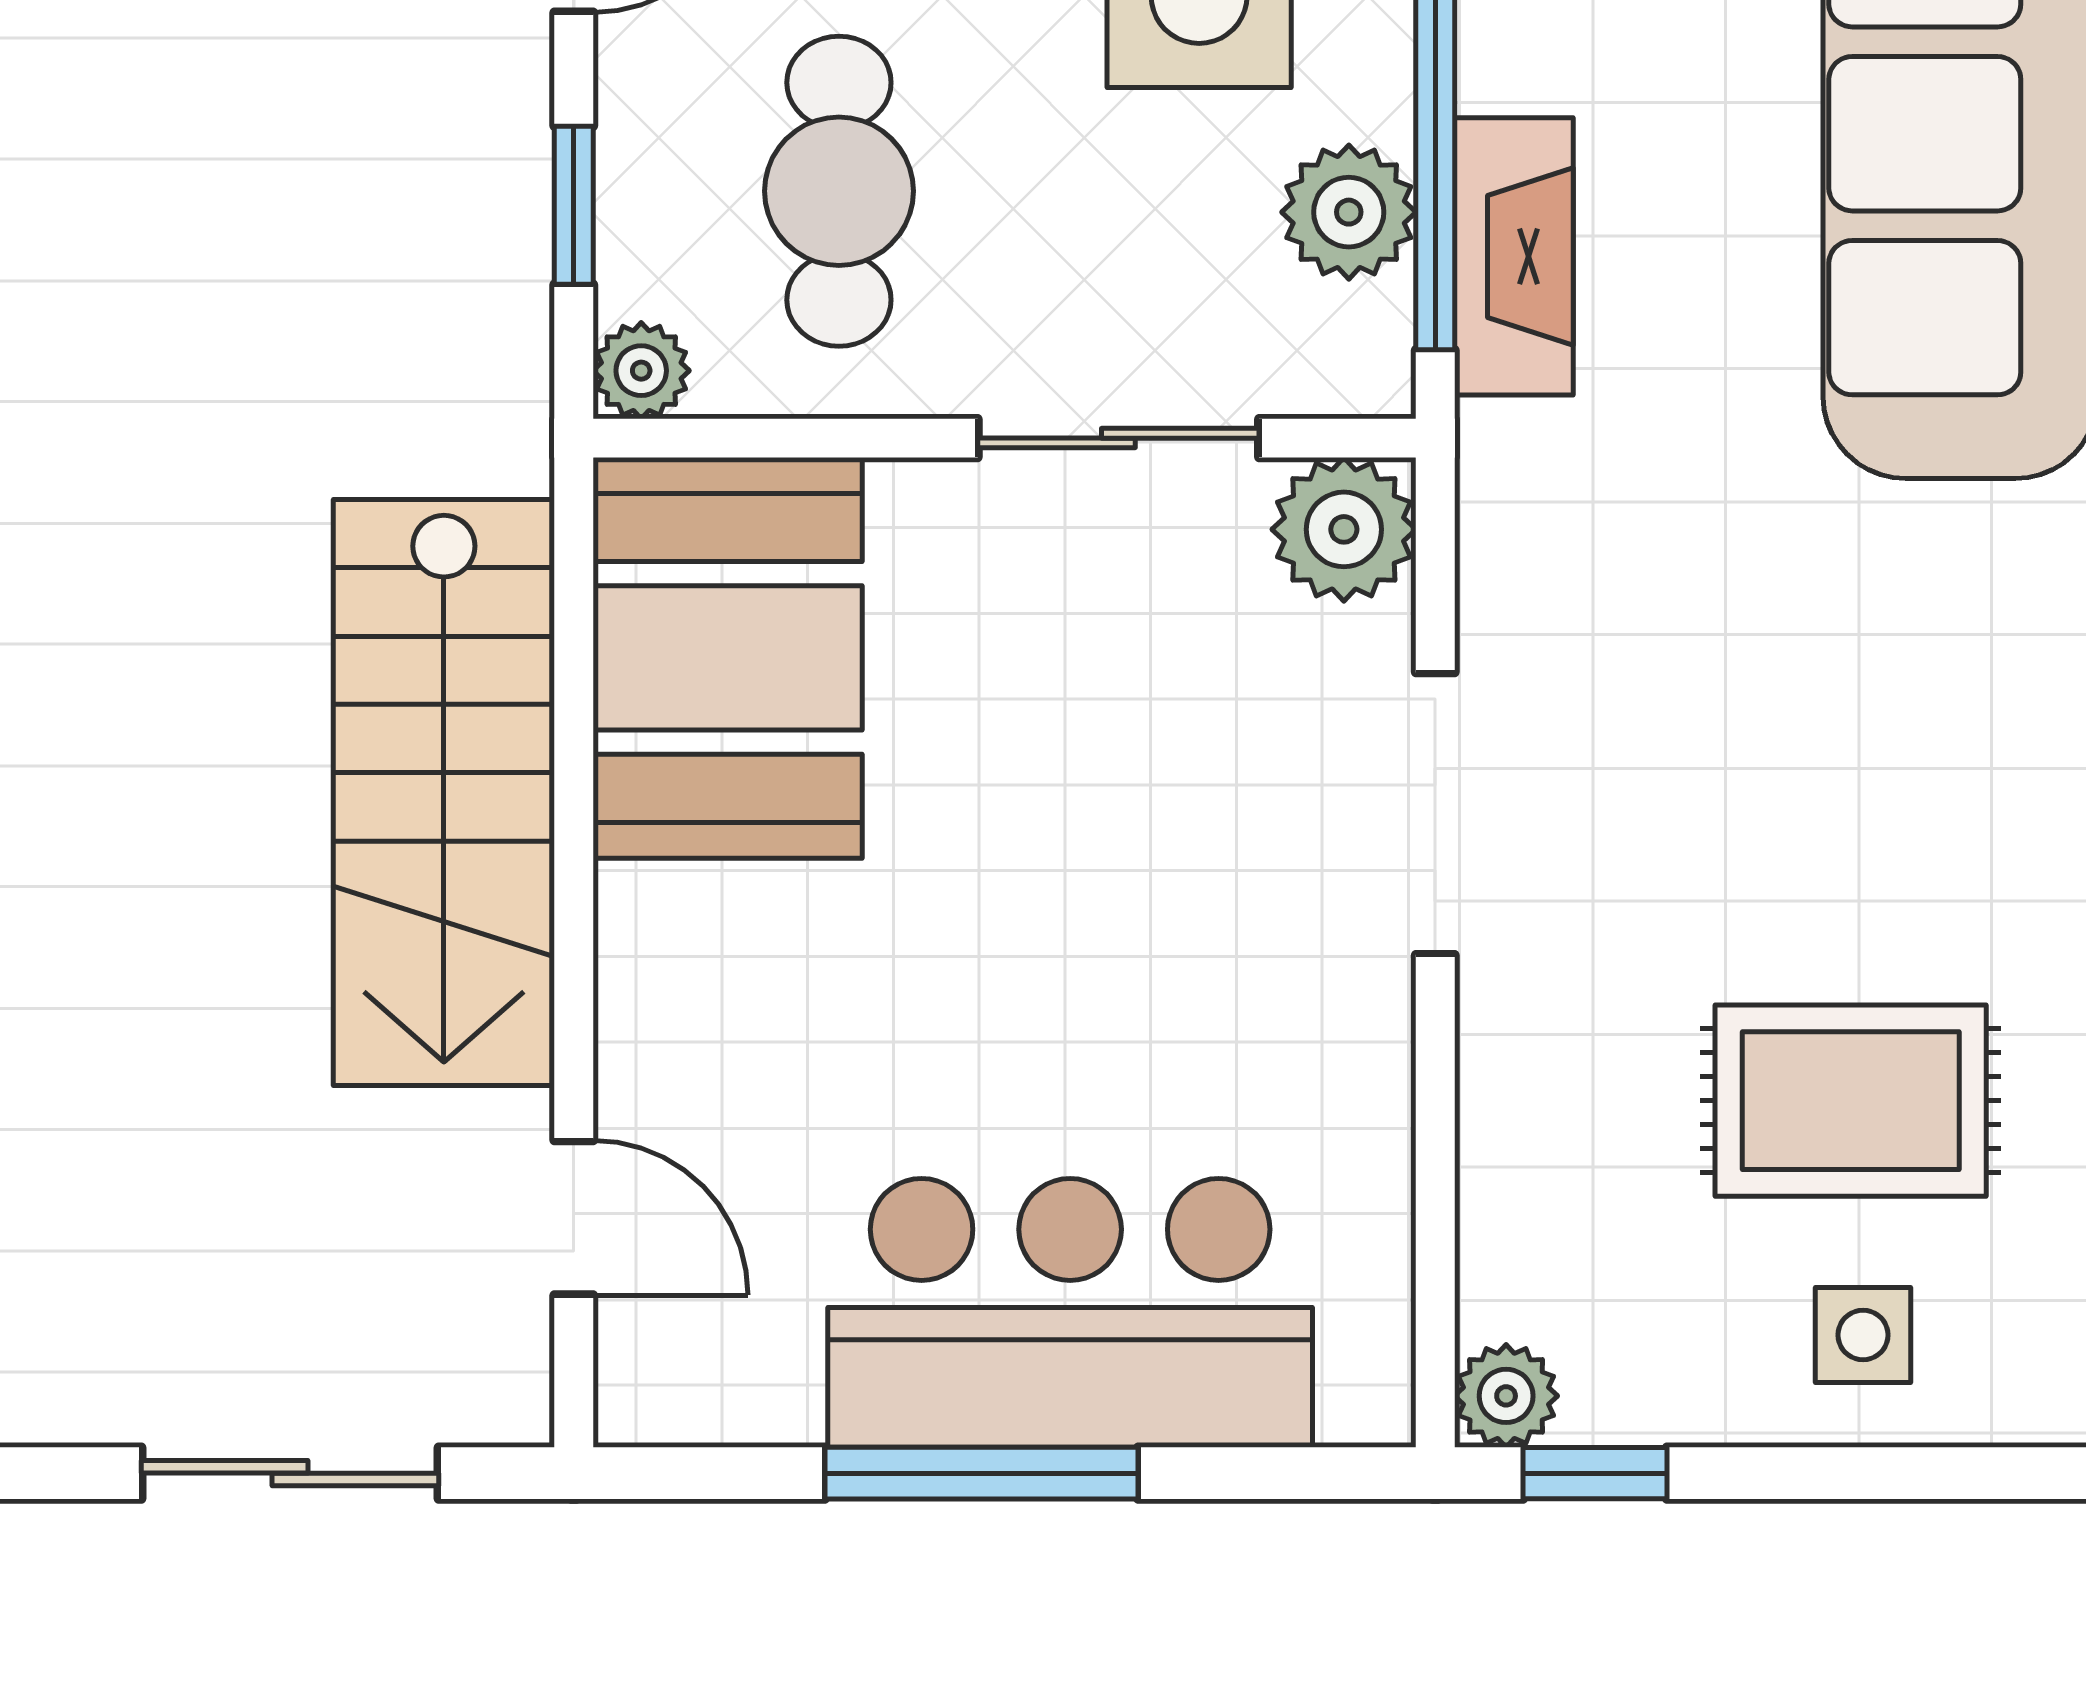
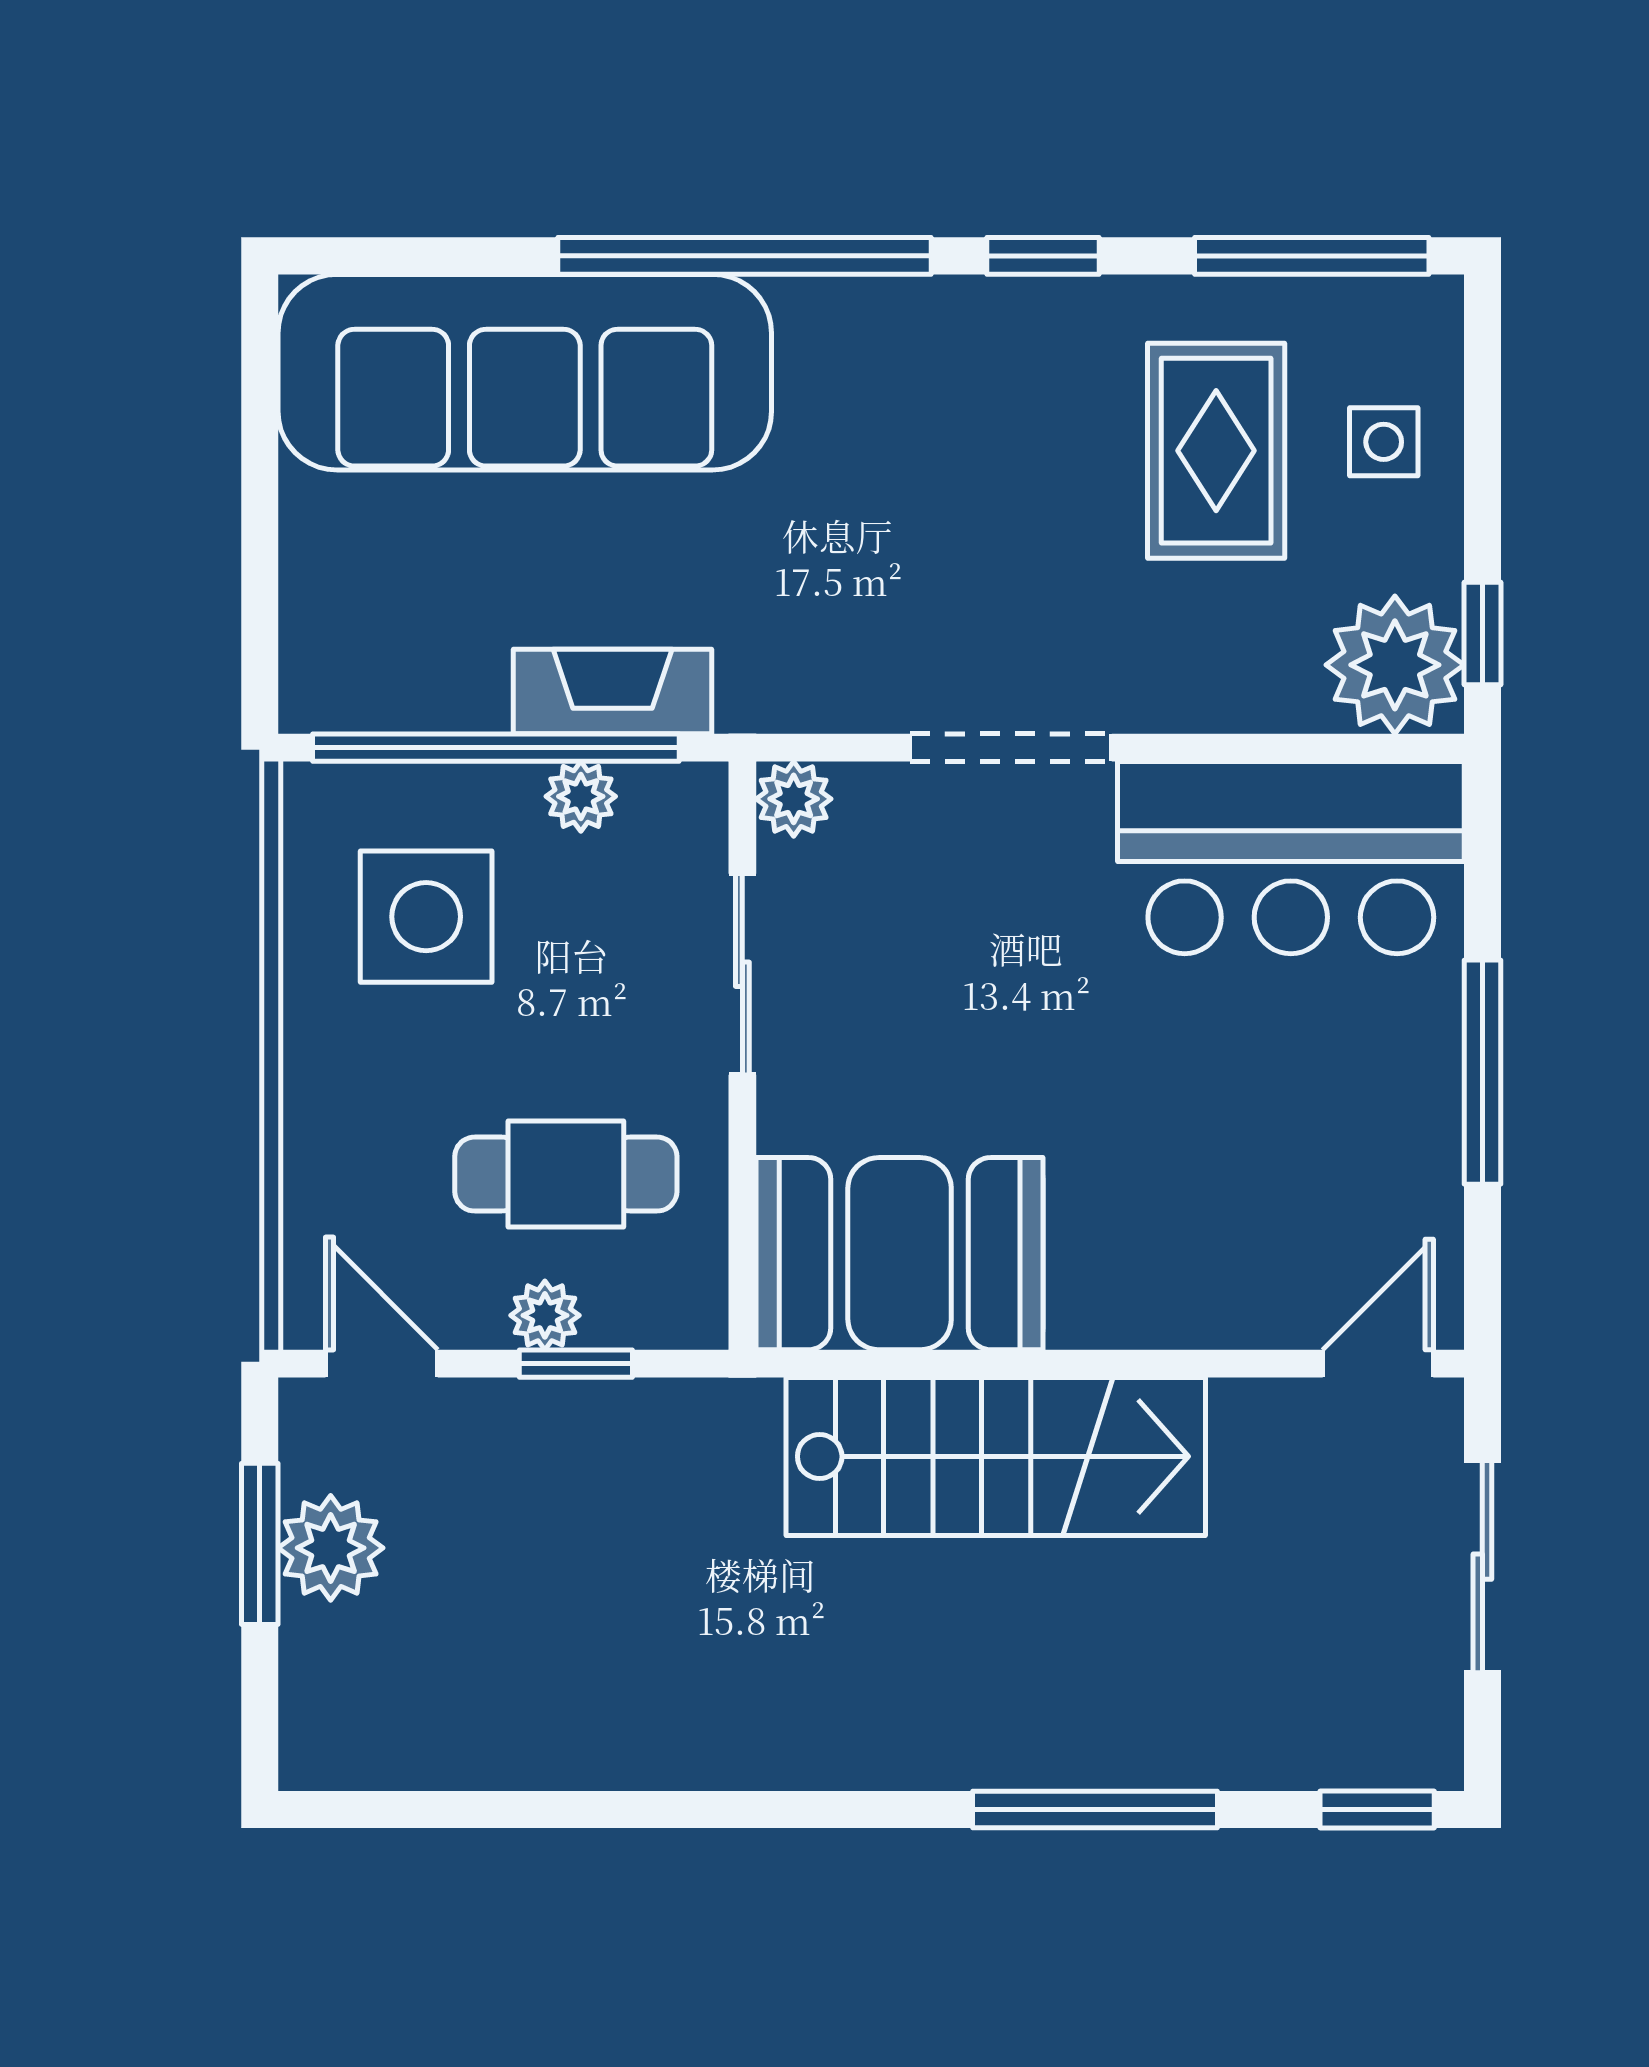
plant: (1349, 212) -> (581, 796), width x0.73, depth x0.73
plant: (641, 371) -> (545, 1315), moved
plant: (1344, 529) -> (794, 799), width x0.73, depth x0.73
door: (574, 1218) -> (1378, 1364), moved
bar counter: (1070, 1313) -> (1291, 858), moved, turned -90
plant: (1506, 1396) -> (1395, 665), width x1.88, depth x1.88

